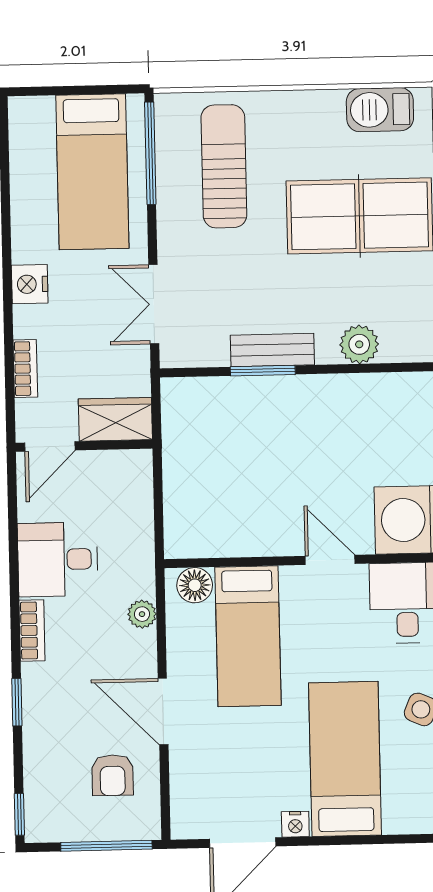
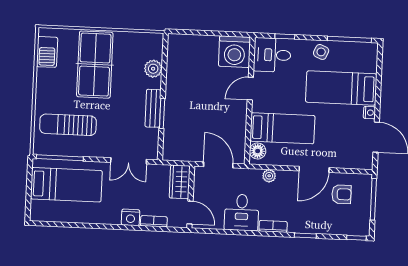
nightstand: (30, 284) -> (131, 217), moved
door: (158, 501) -> (218, 165), added

